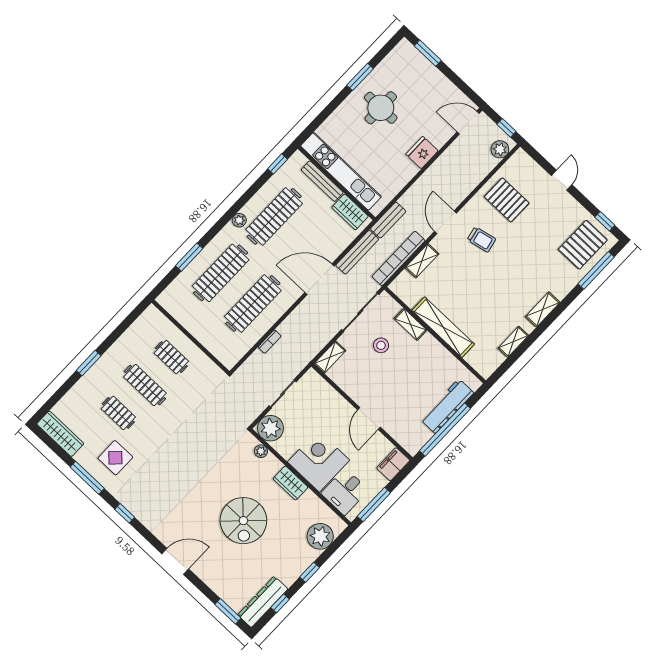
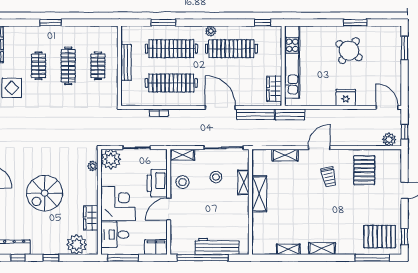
round table: (381, 108) -> (349, 51), turned 35
bench: (322, 181) -> (126, 62), moved
bookcase: (398, 259) -> (274, 141), removed
shelving: (443, 327) -> (259, 194), width x0.68
stool: (356, 381) -> (183, 182), added
printer: (334, 406) -> (157, 183), added
wardrobe: (290, 483) -> (91, 218), moved

